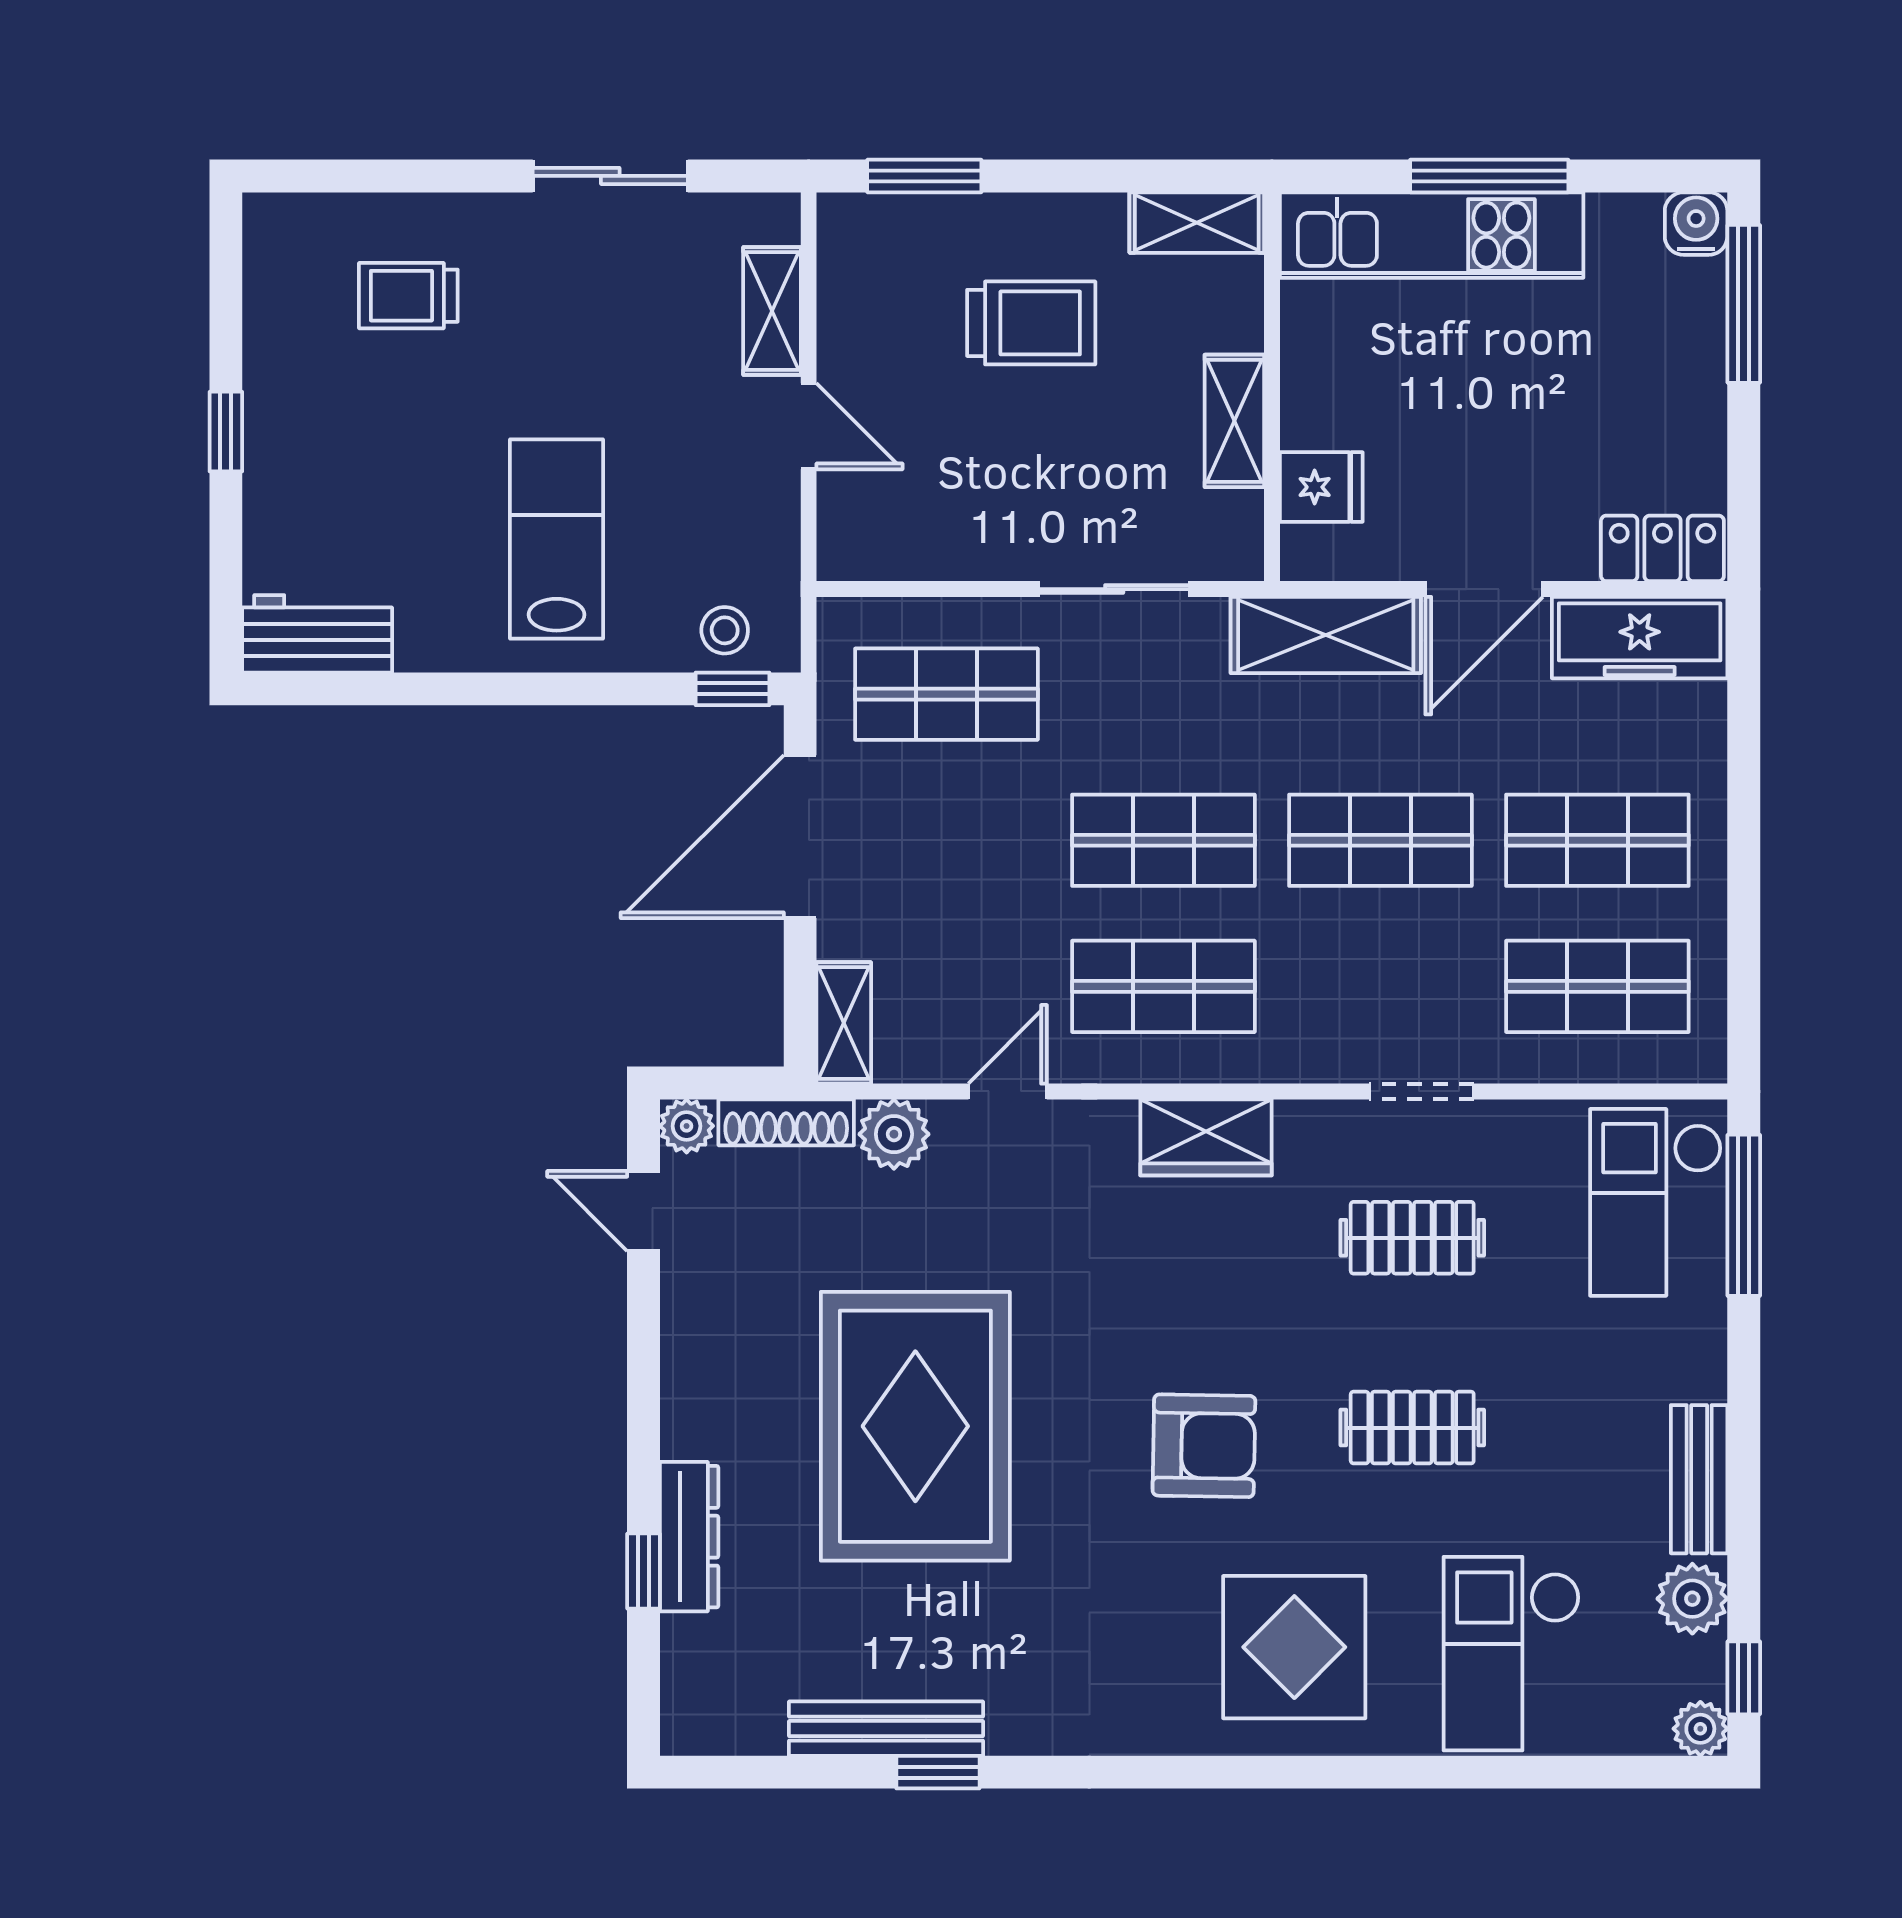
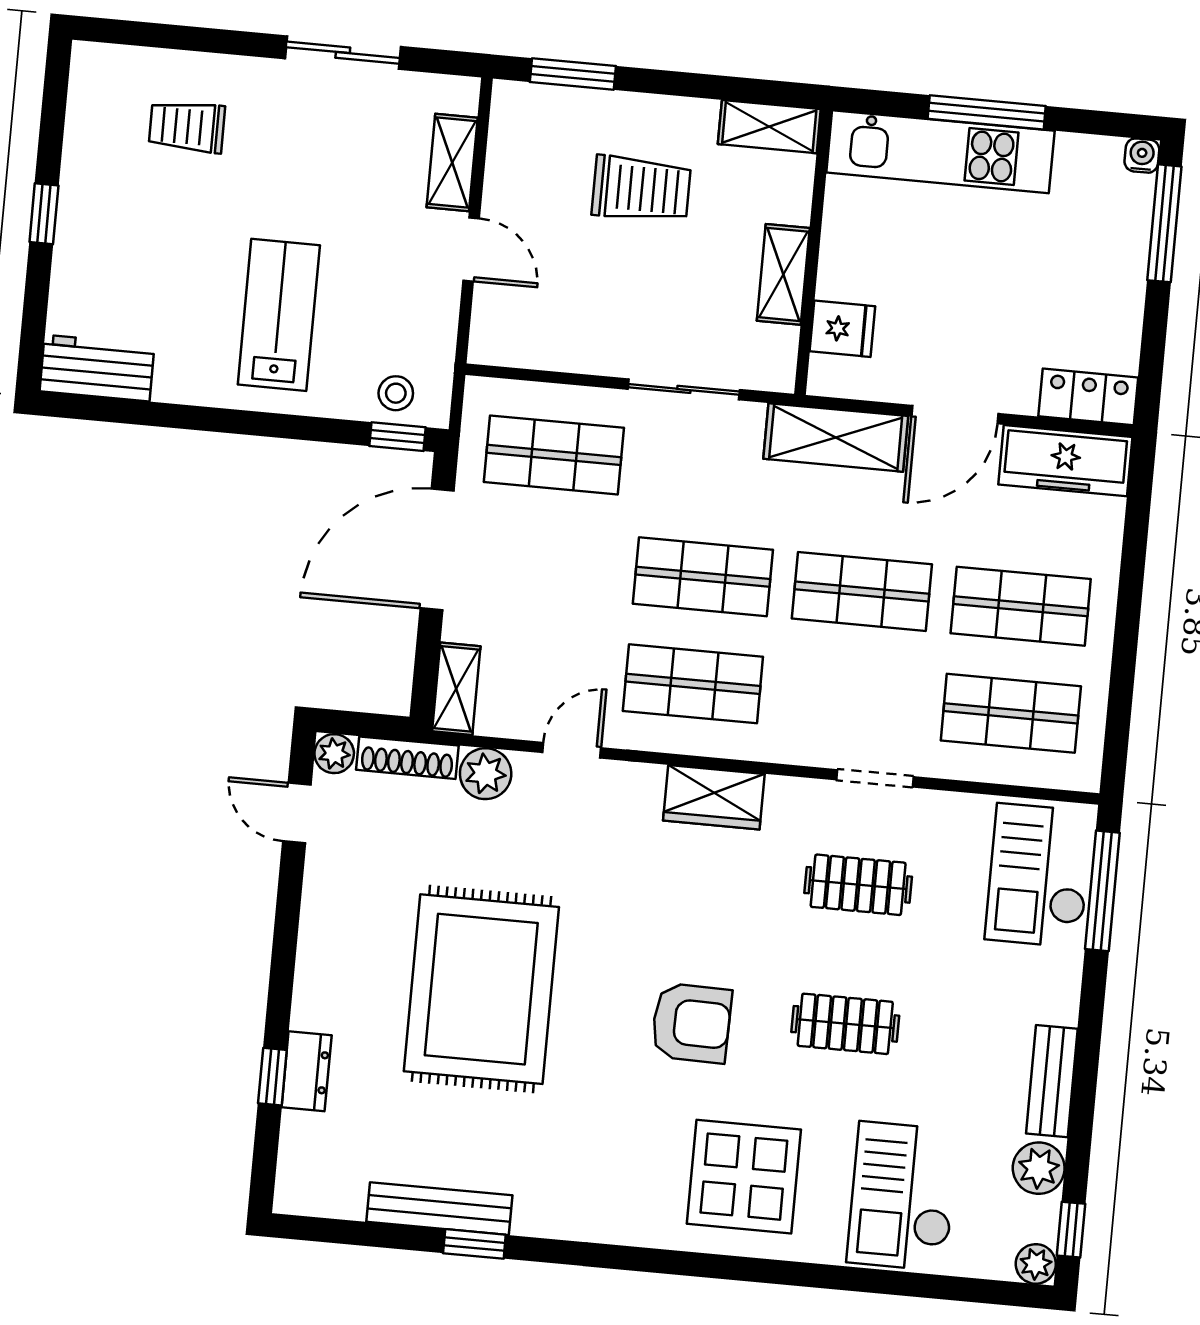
water cooler: (1696, 224) -> (1142, 156), width x0.72, depth x0.72
dresser: (689, 1537) -> (307, 1071), width x0.70

